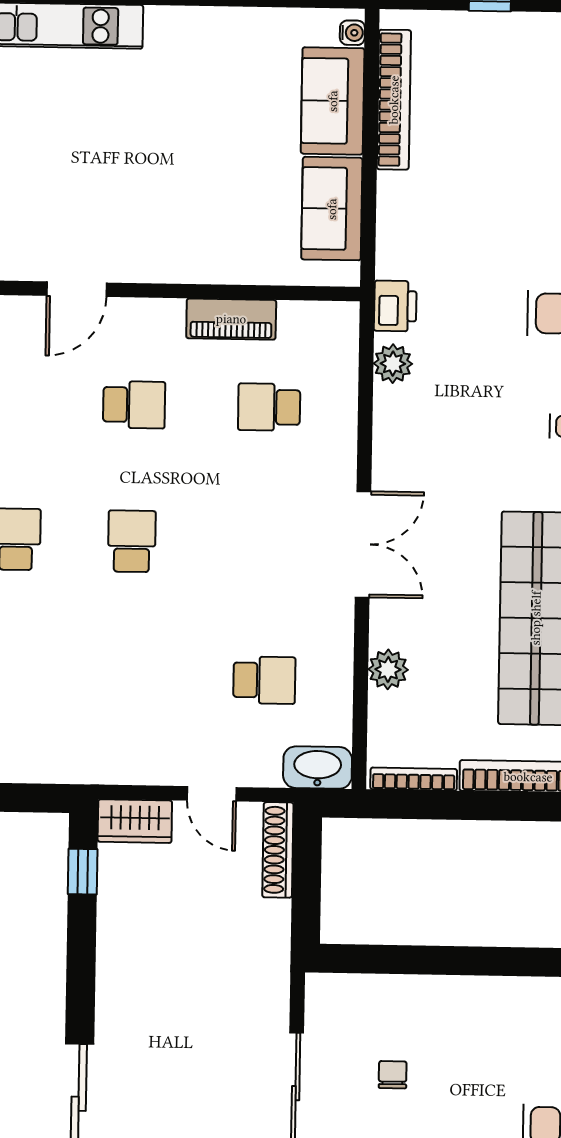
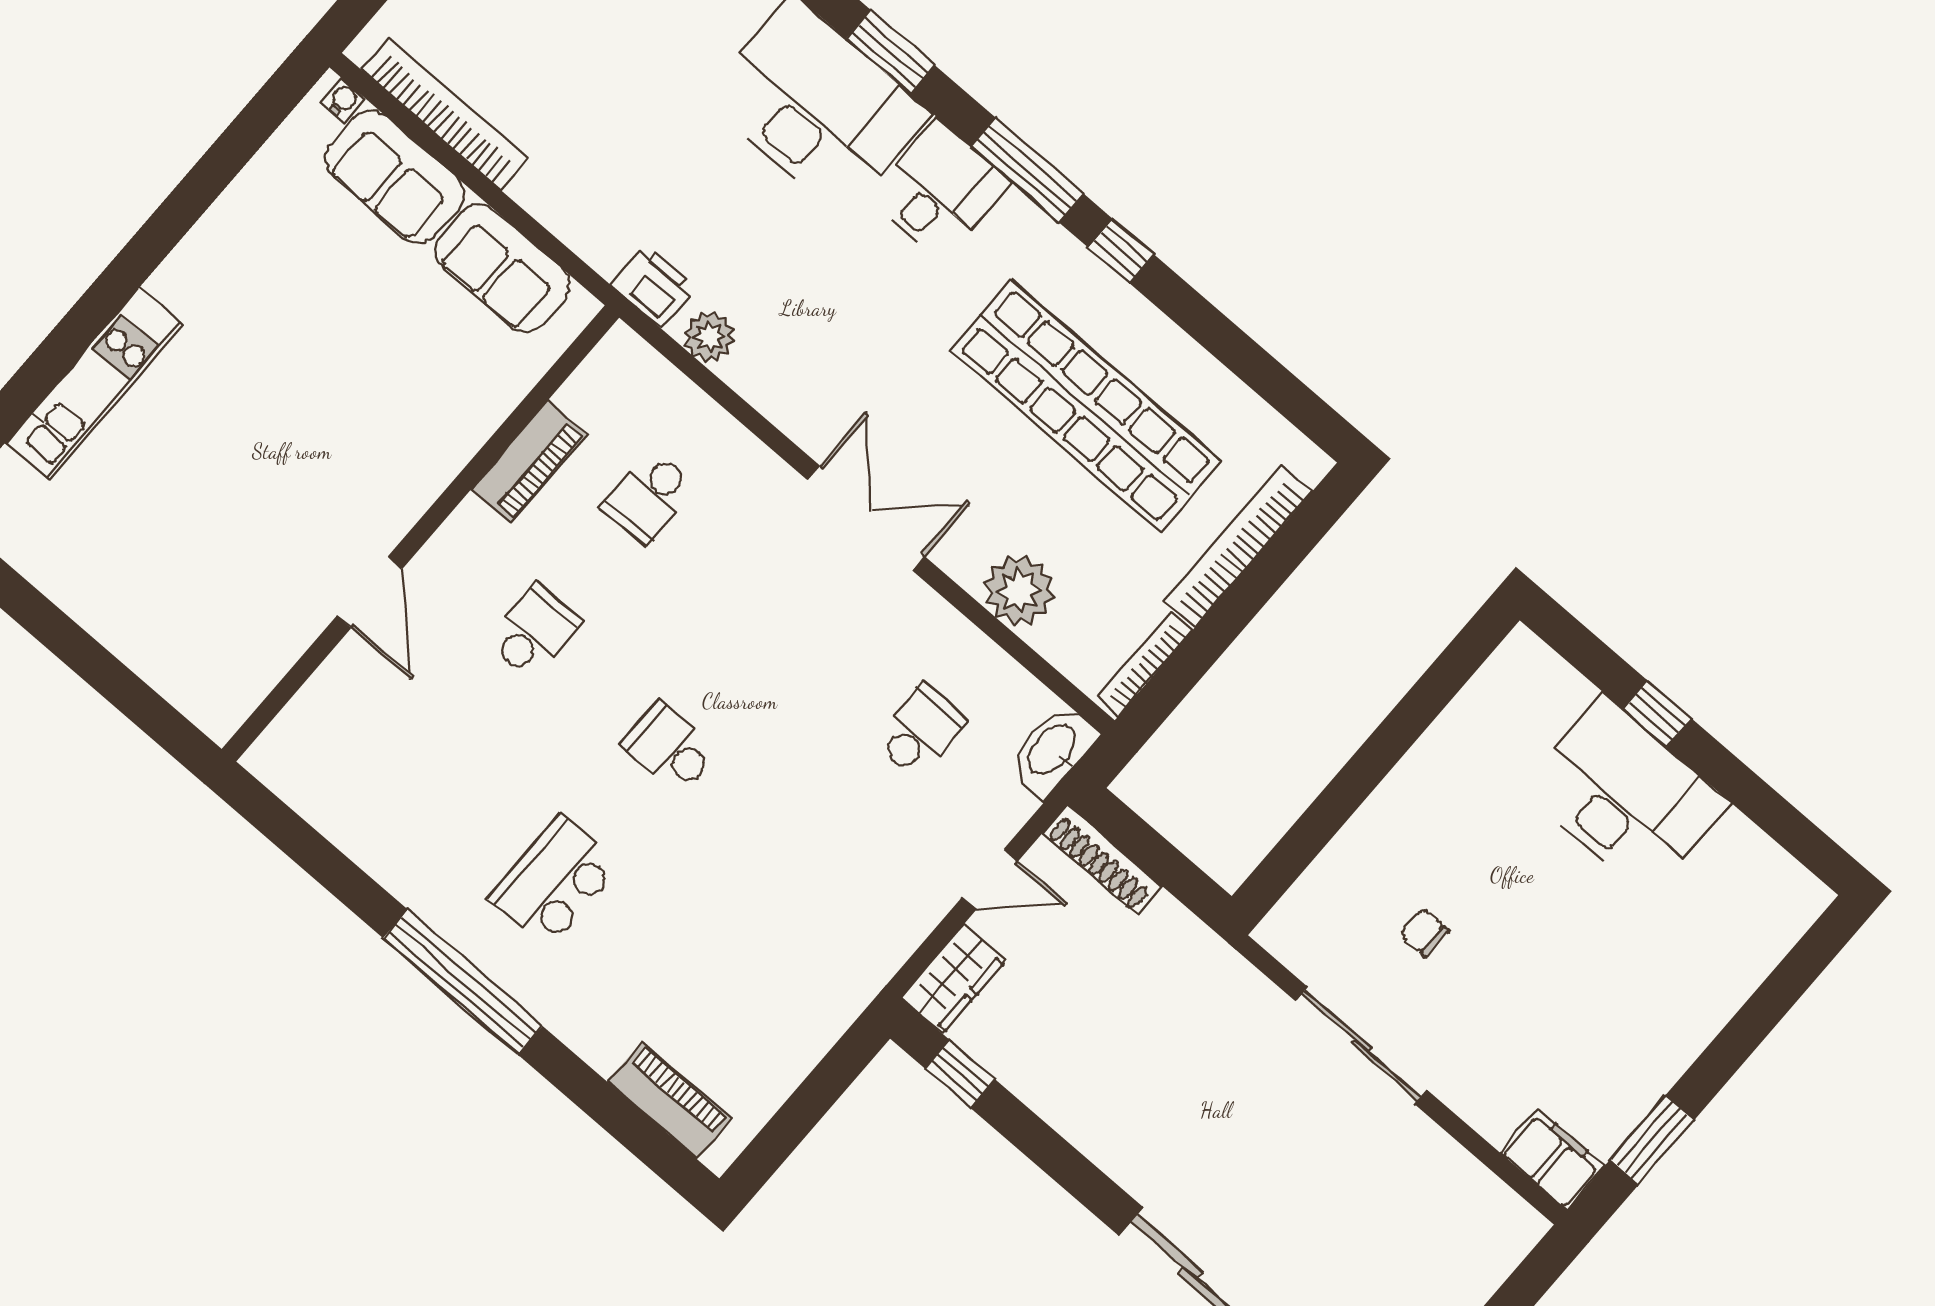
plant: (388, 669) -> (1019, 590), width x1.36, depth x1.36

